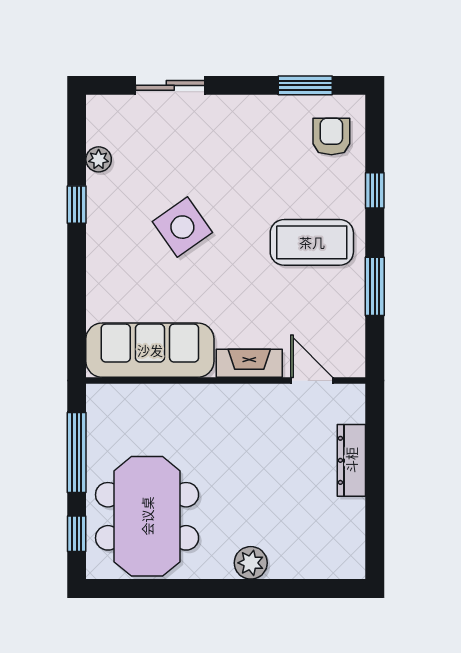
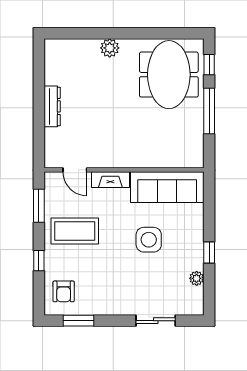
side table: (182, 227) -> (149, 240), turned 35
sofa: (150, 350) -> (167, 187), moved
fireplace: (249, 363) -> (110, 180), moved
wall: (226, 380) -> (124, 170), moved
door: (312, 380) -> (75, 170), moved

